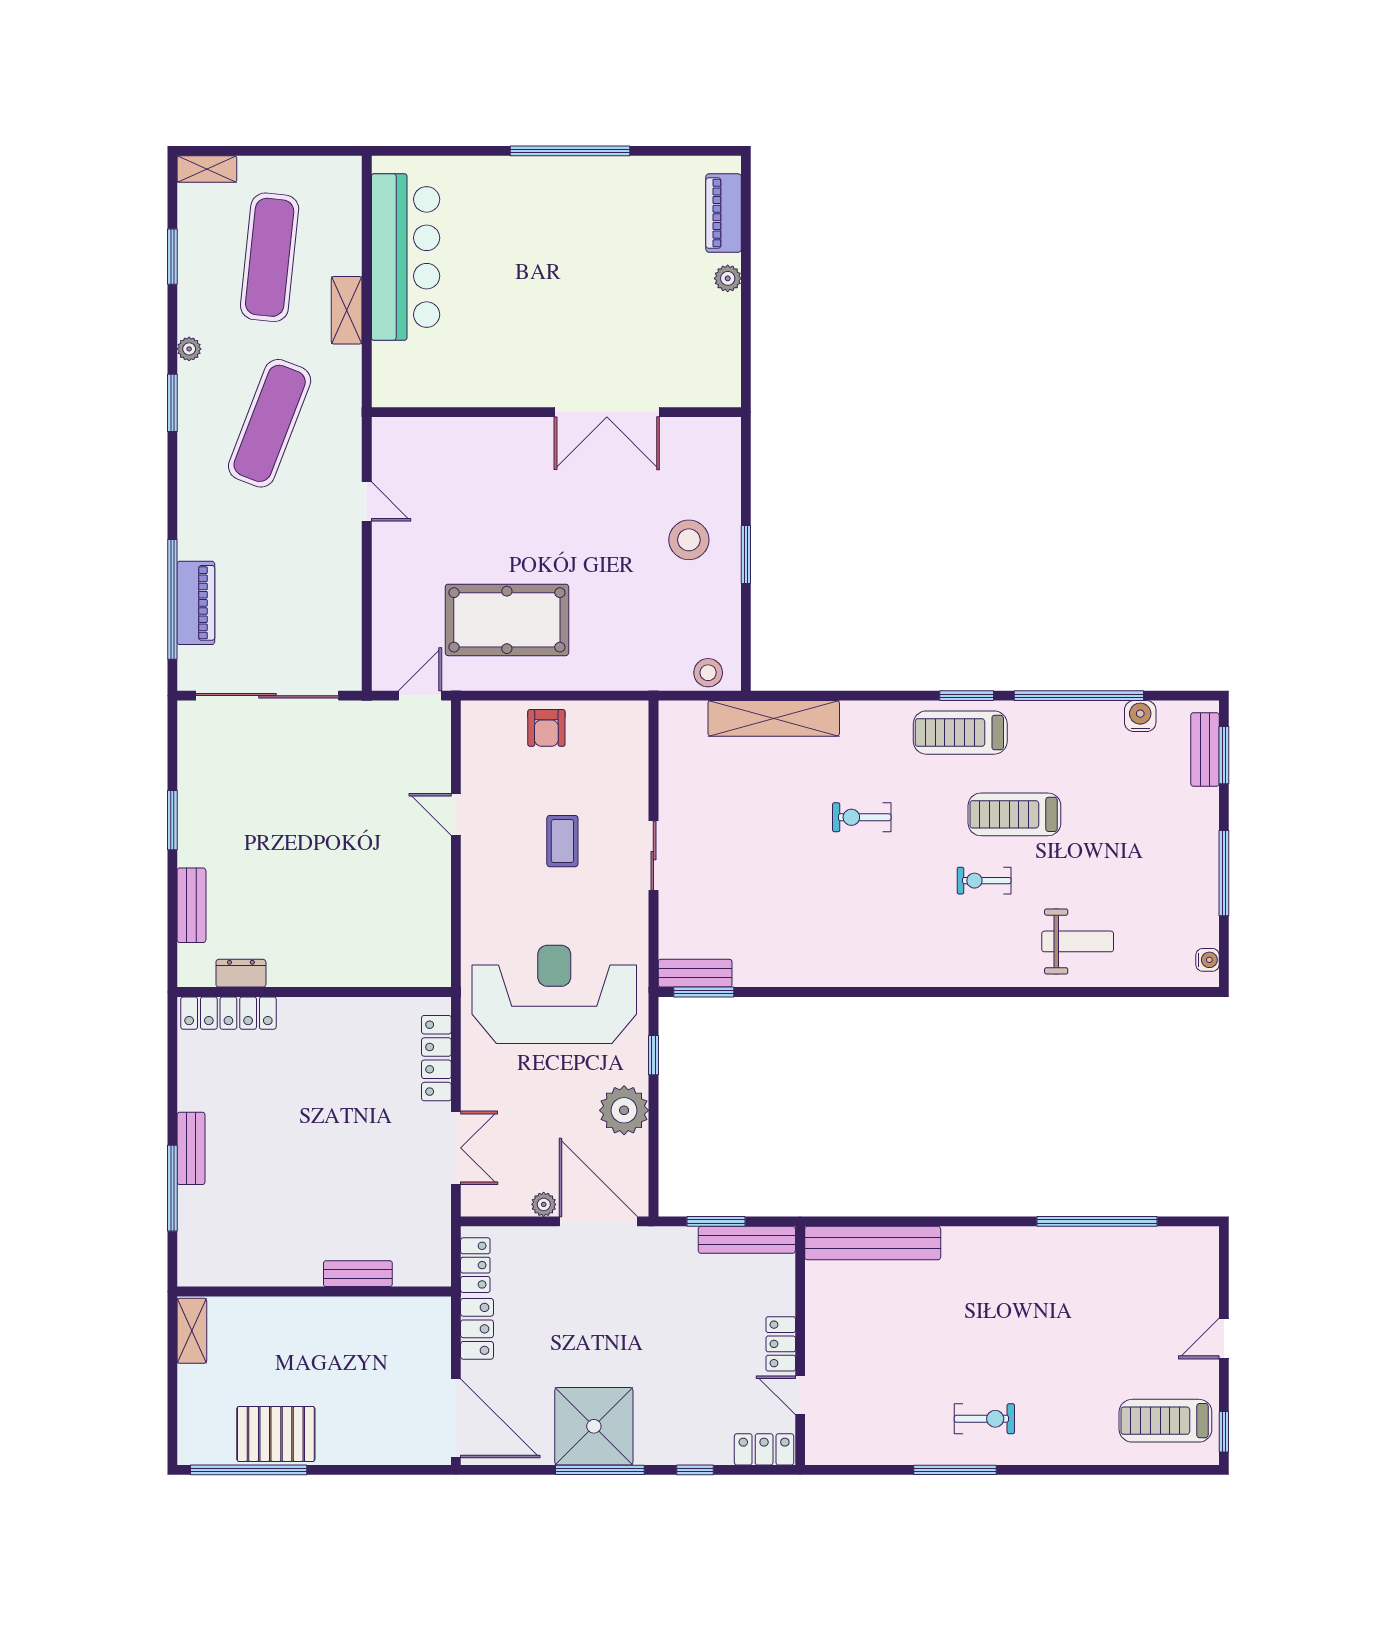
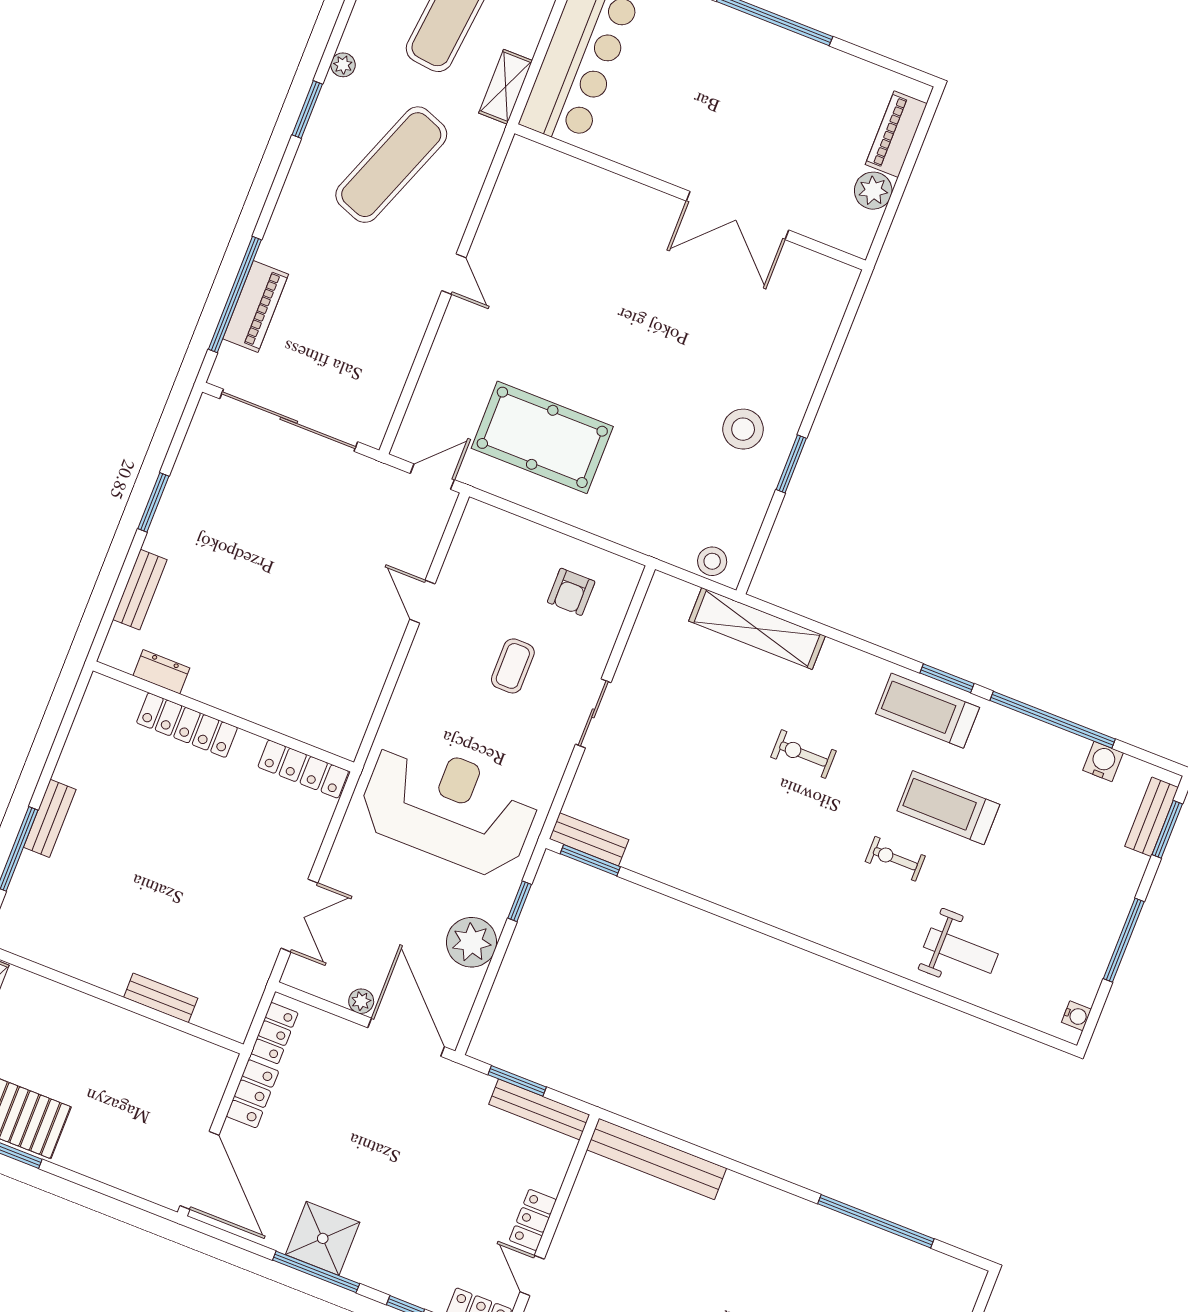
plant: (728, 278) -> (873, 191), width x1.38, depth x1.38
wall: (556, 412) -> (690, 197), moved
double door: (607, 412) -> (738, 216), moved
armchair: (546, 728) -> (571, 592), moved
locker: (228, 1013) -> (187, 725), moved
locker: (436, 1058) -> (303, 769), moved, turned -90
shower: (594, 1426) -> (323, 1238), width x0.73, depth x0.73

